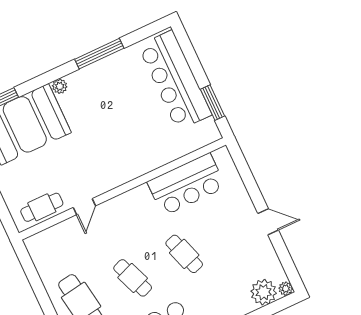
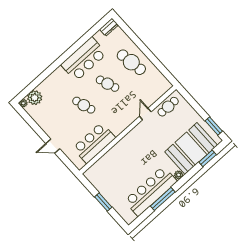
bar counter: (175, 80) -> (151, 191), moved, turned -90
window: (212, 103) -> (103, 202), moved
door: (268, 222) -> (53, 146), moved

